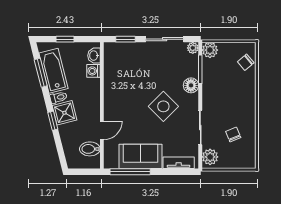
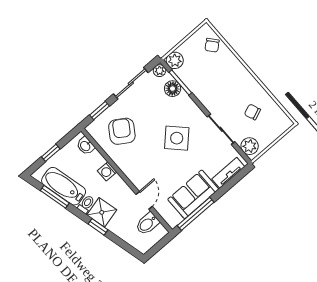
armchair: (129, 68) -> (122, 131), added
washing machine: (94, 71) -> (107, 171), moved
floor lamp: (191, 85) -> (173, 89), moved

